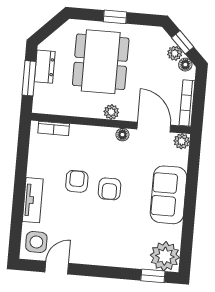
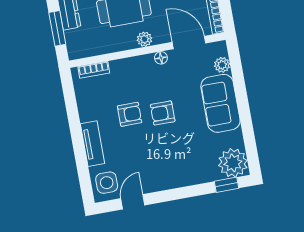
plant: (182, 141) -> (222, 65), moved
armchair: (77, 181) -> (130, 114), turned 90
armchair: (109, 189) -> (163, 113), turned 90

